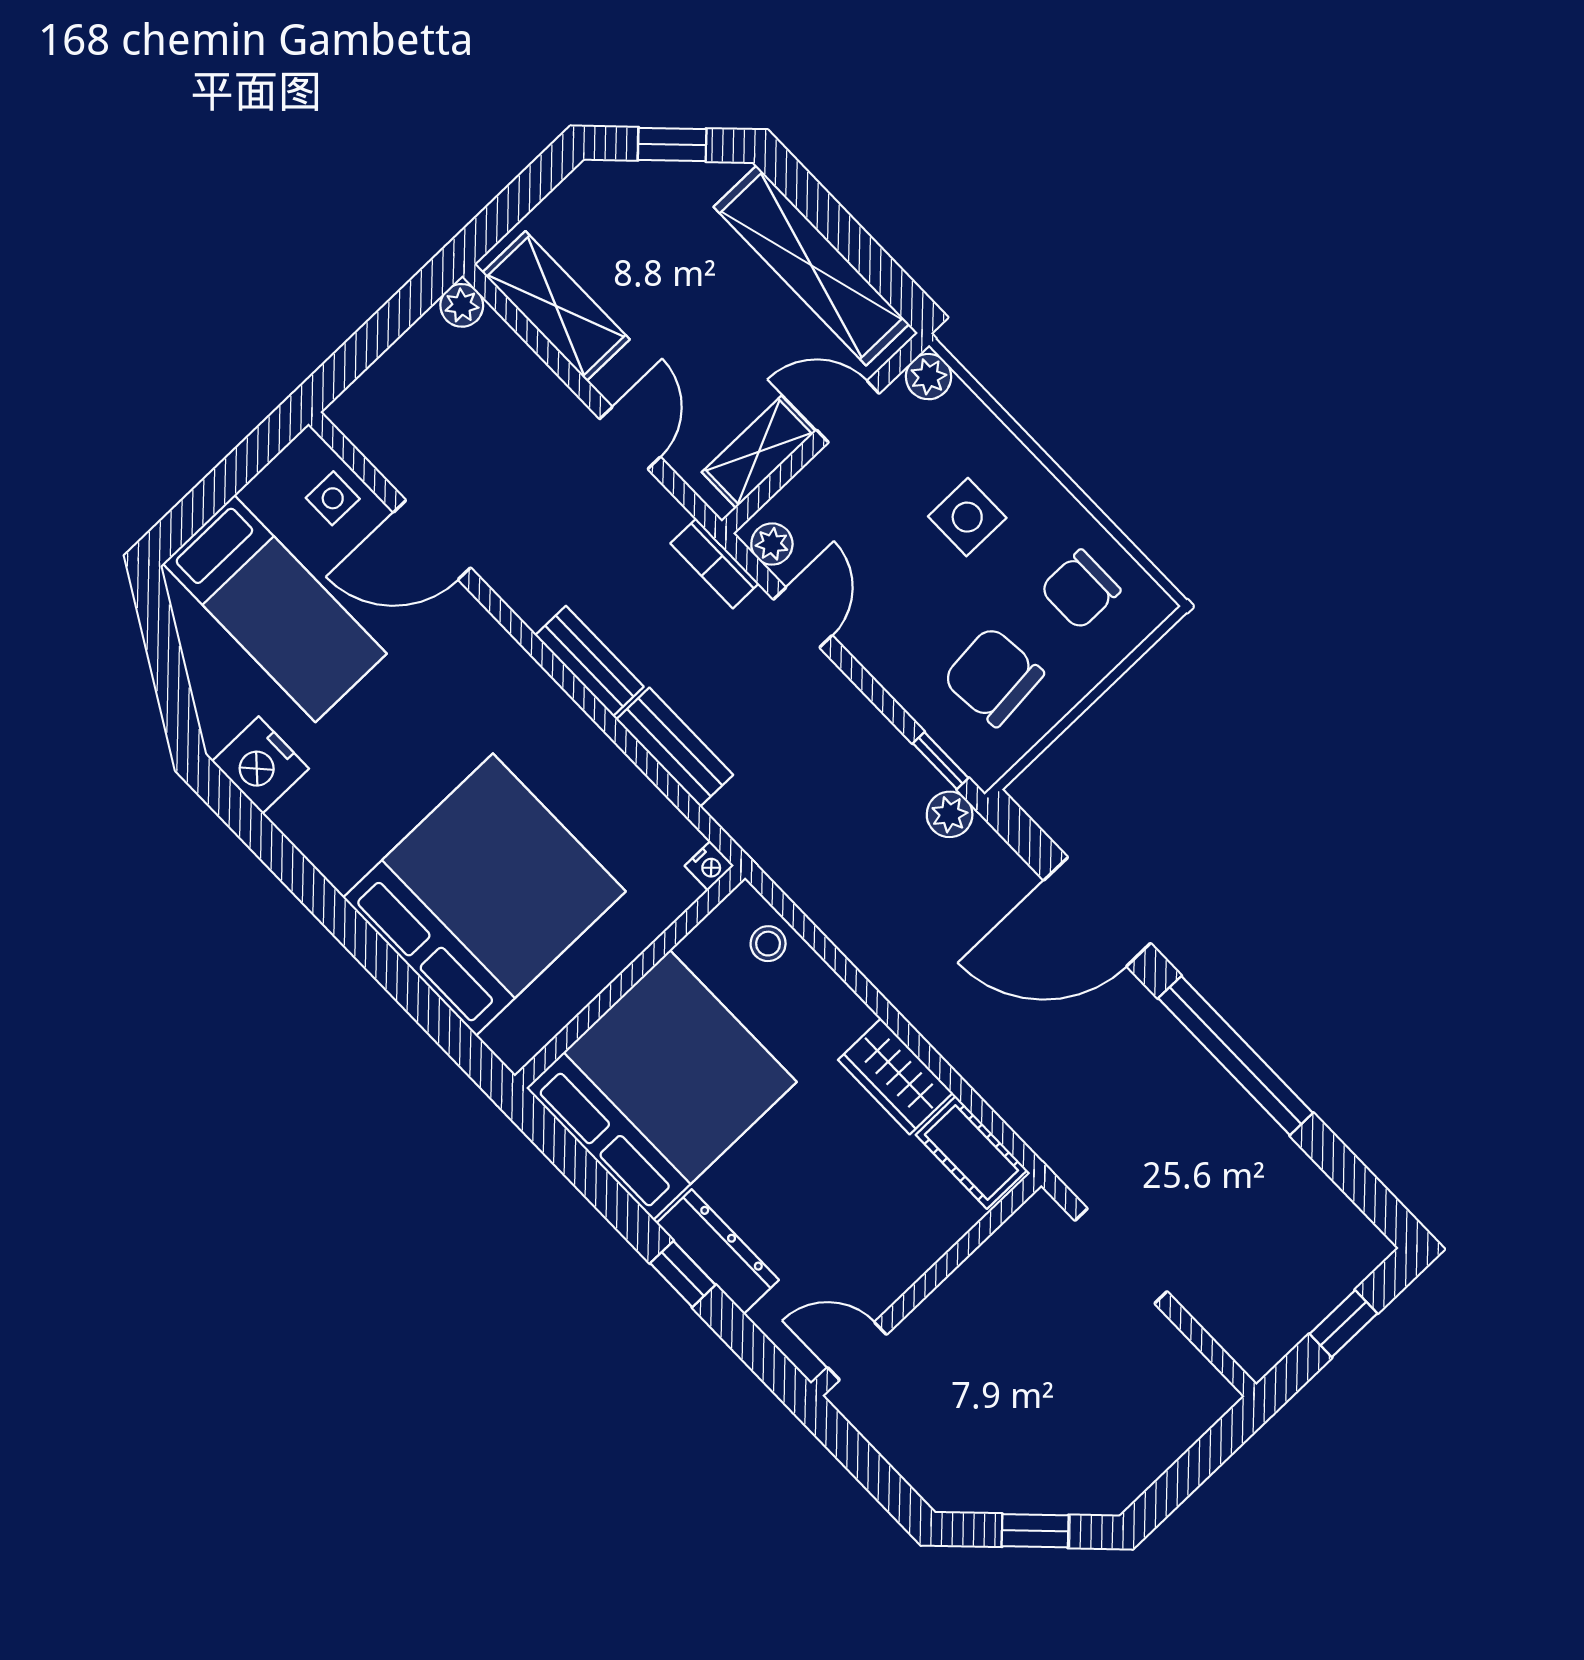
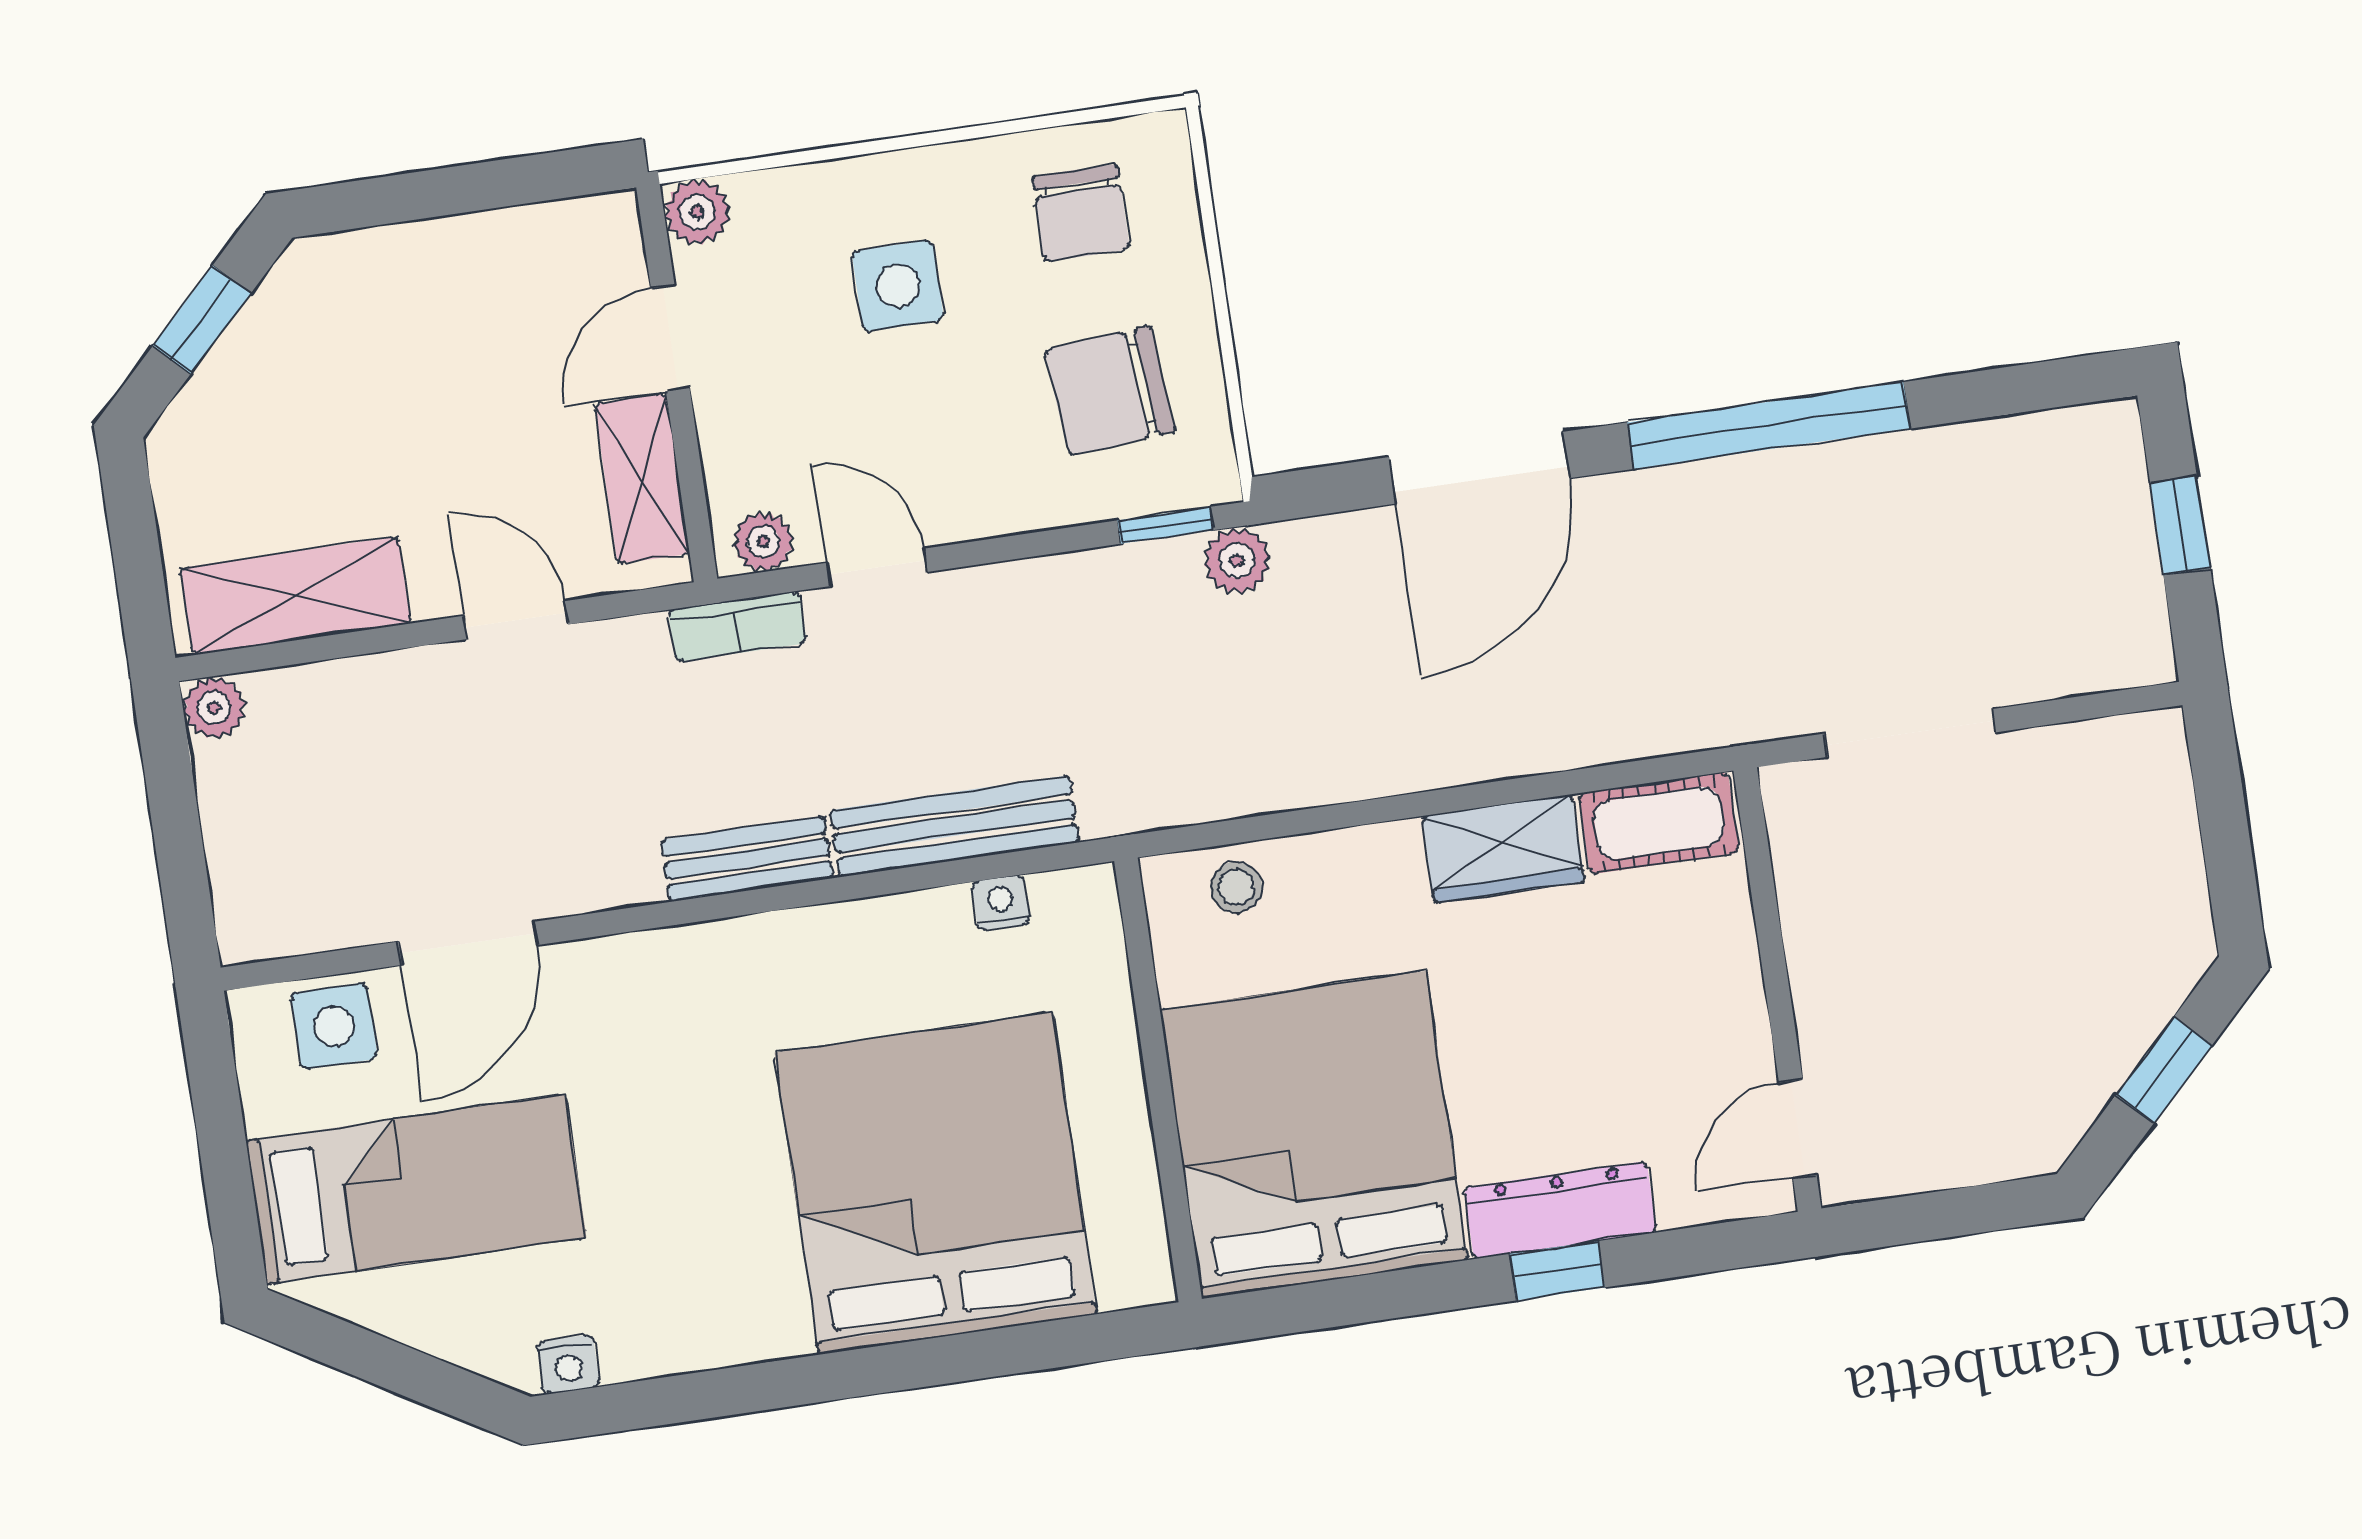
shelving: (811, 265) -> (465, 257), removed
side table: (333, 498) -> (334, 1026), width x1.37, depth x1.37
bench: (675, 747) -> (954, 826), width x1.36
nightstand: (260, 765) -> (568, 1364), width x0.53, depth x0.56
nightstand: (709, 866) -> (1001, 903), moved, turned -90

